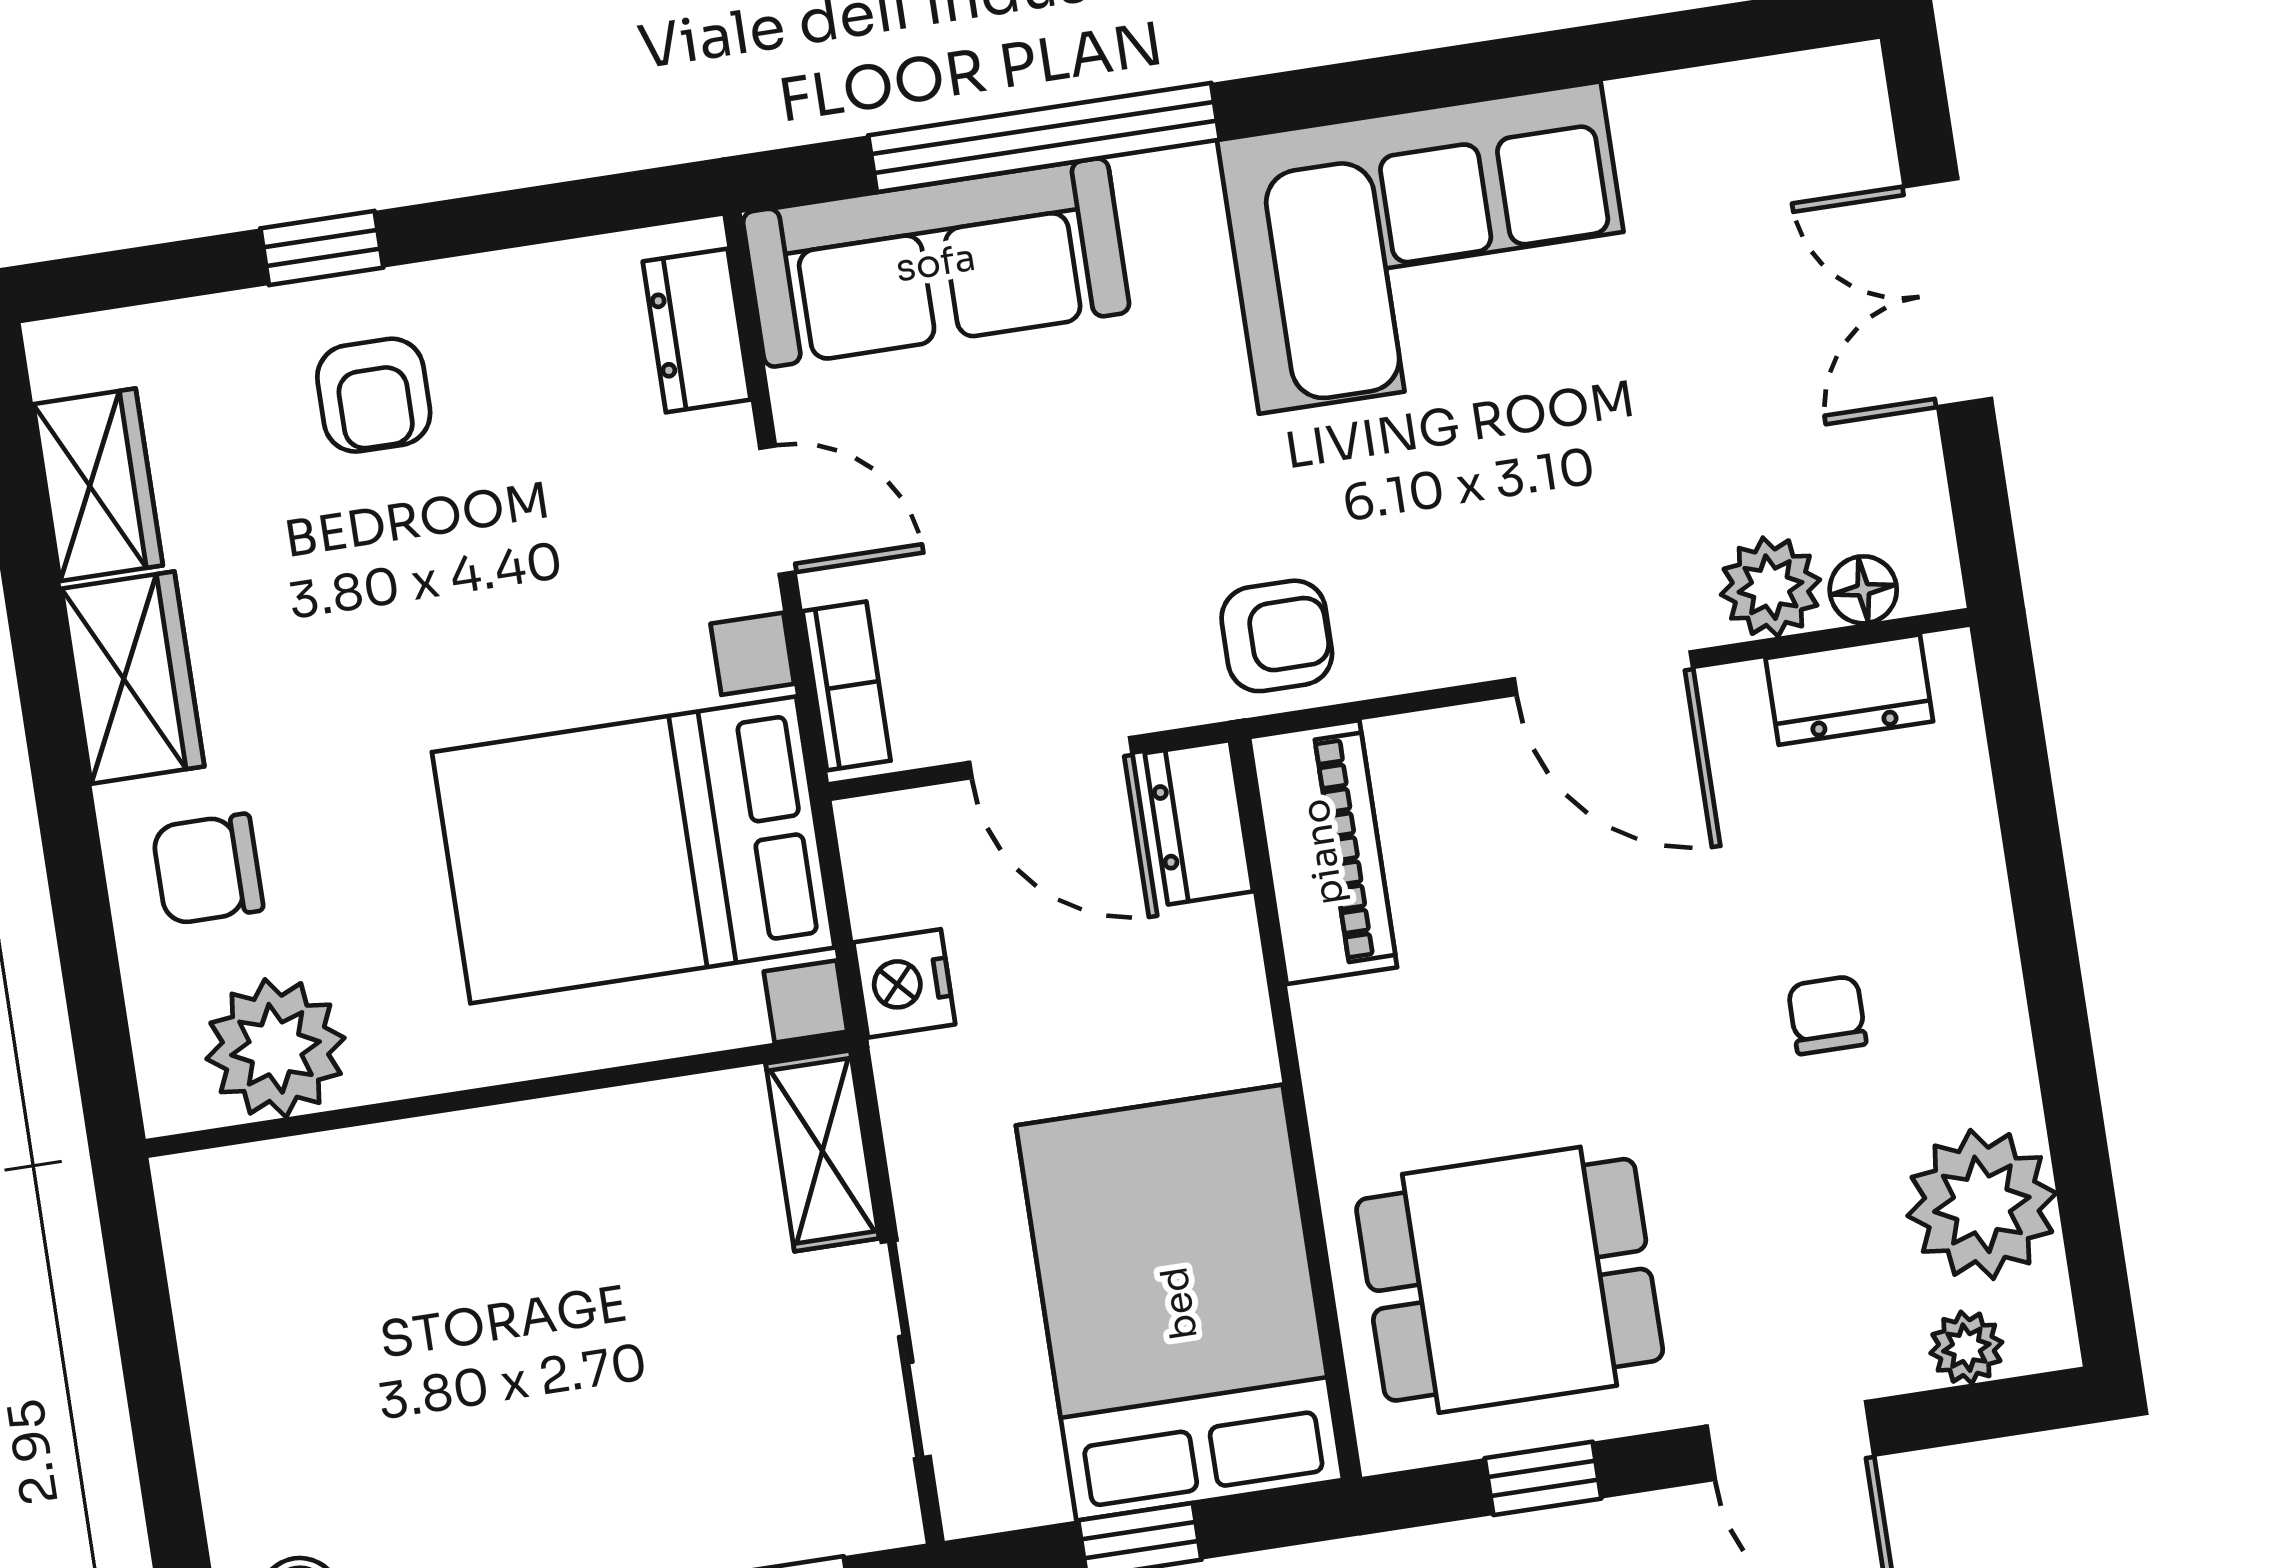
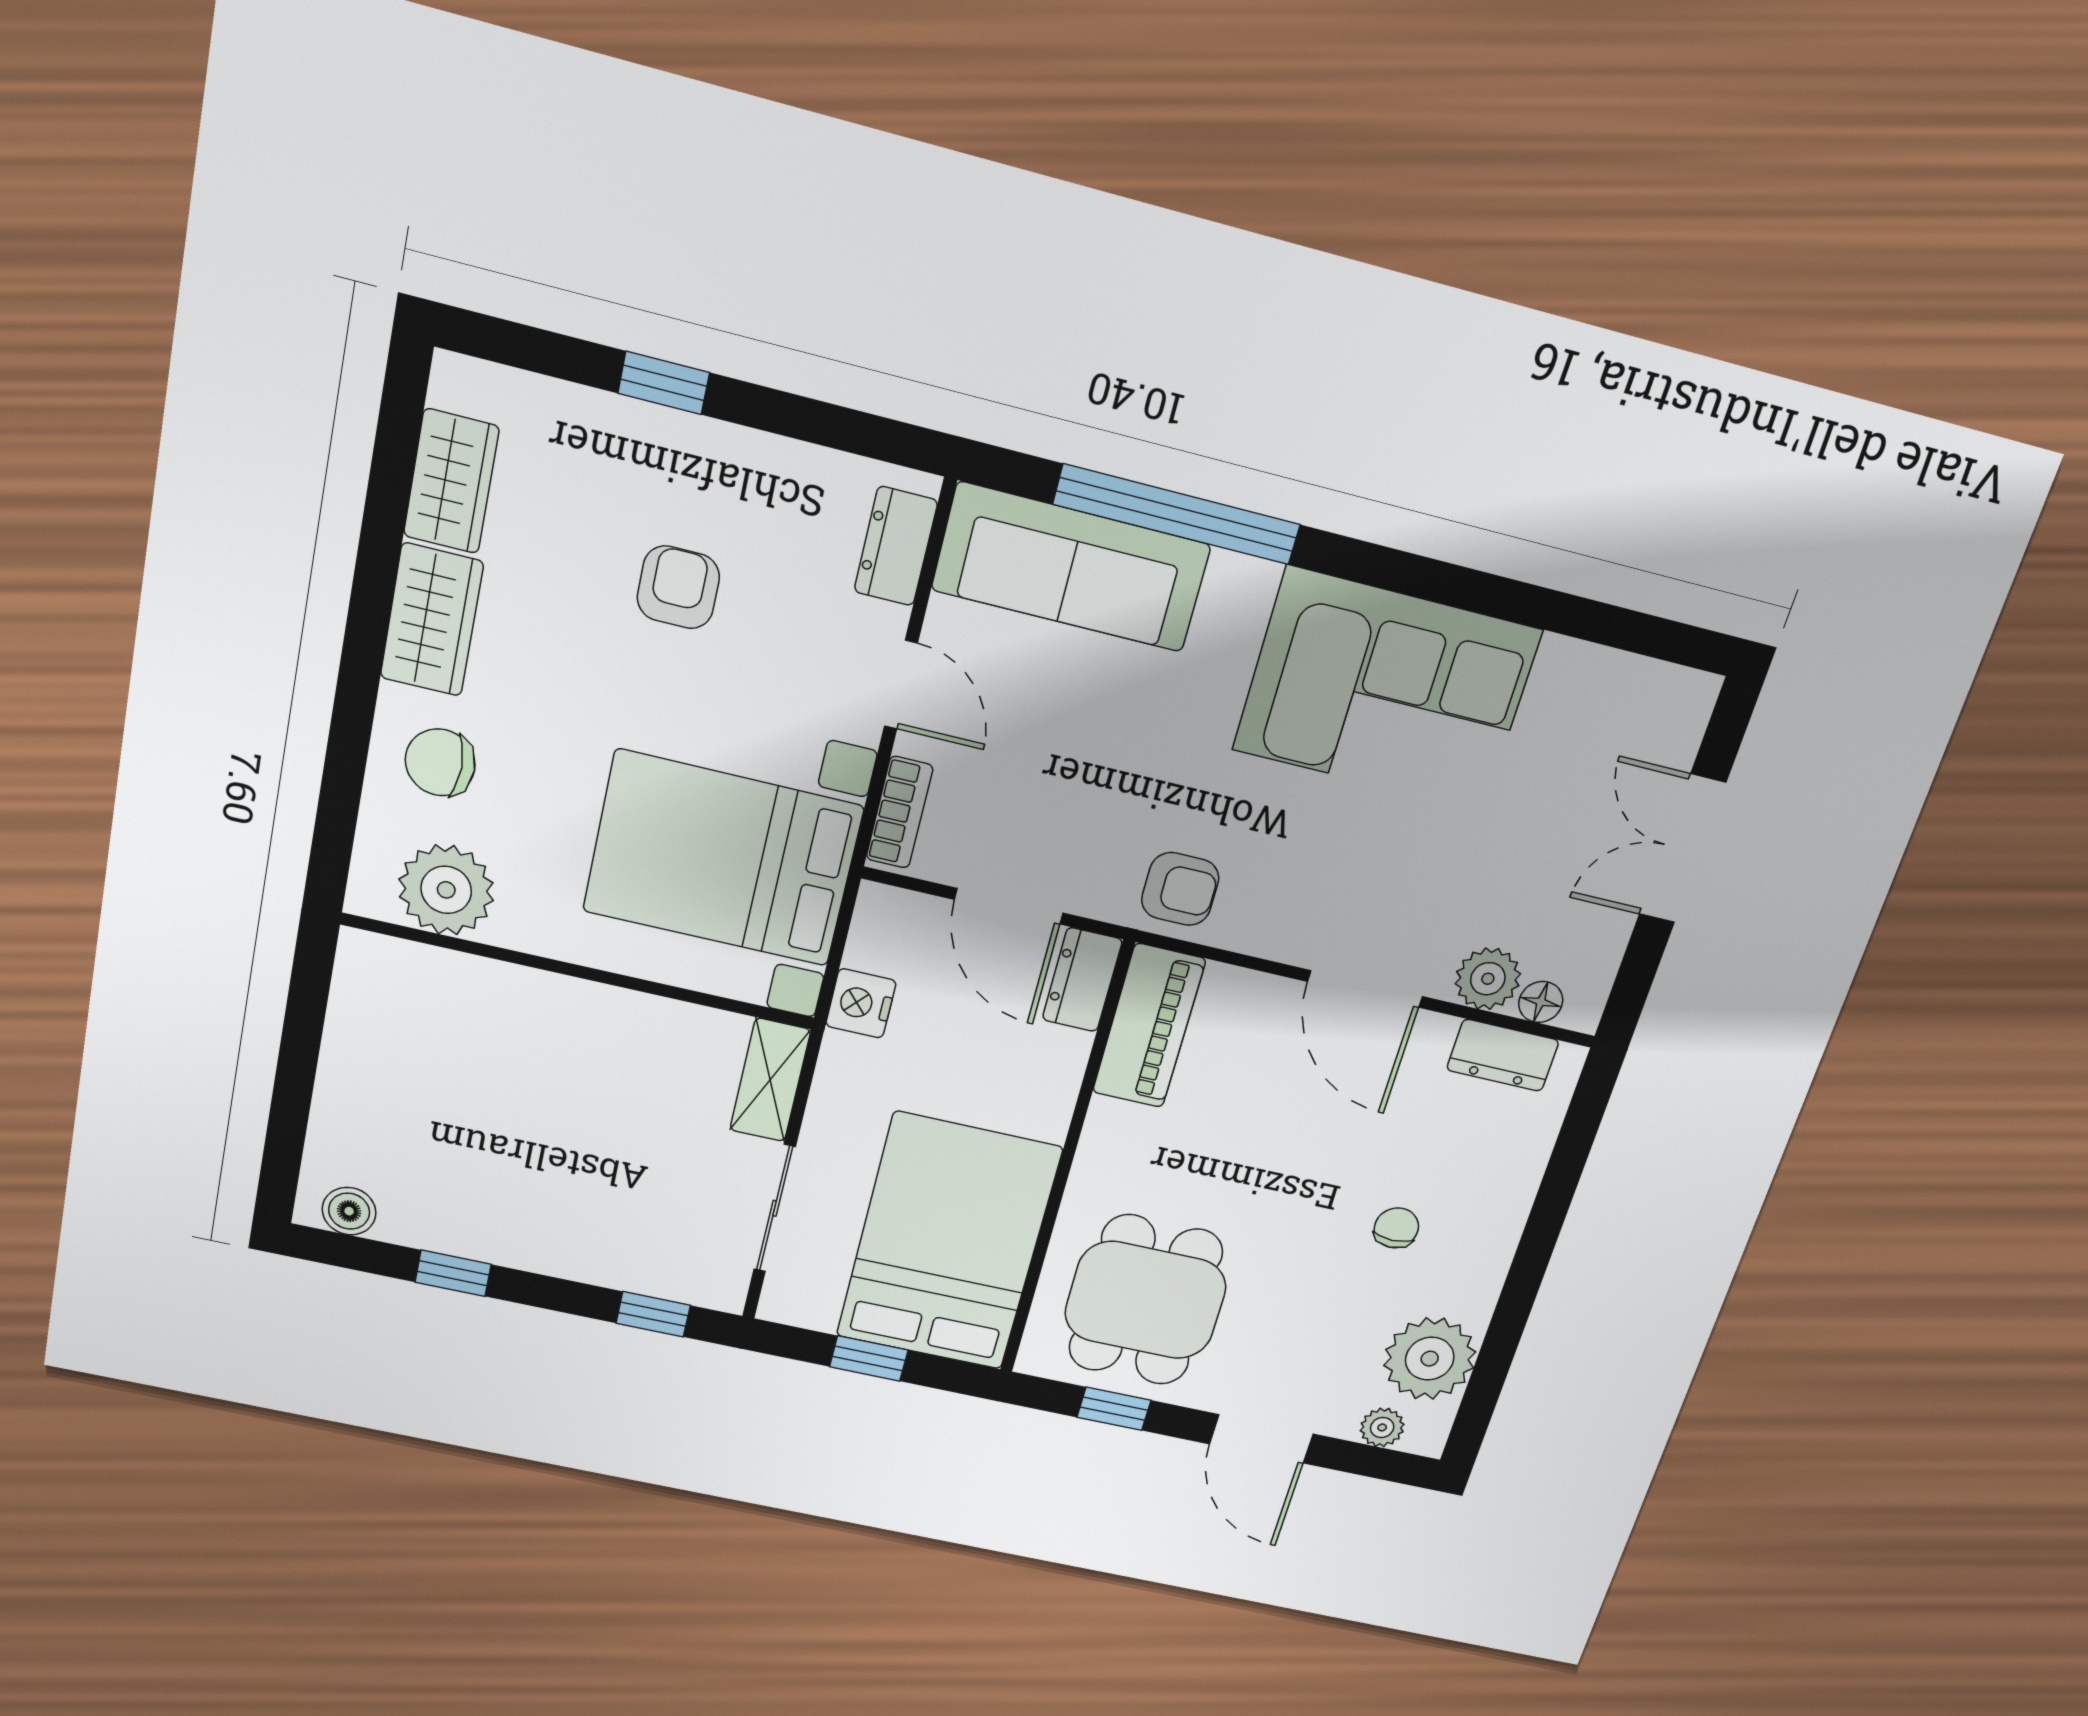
armchair: (374, 395) -> (678, 587), moved, turned 180
dining table: (1510, 1280) -> (1145, 1300), turned 90

